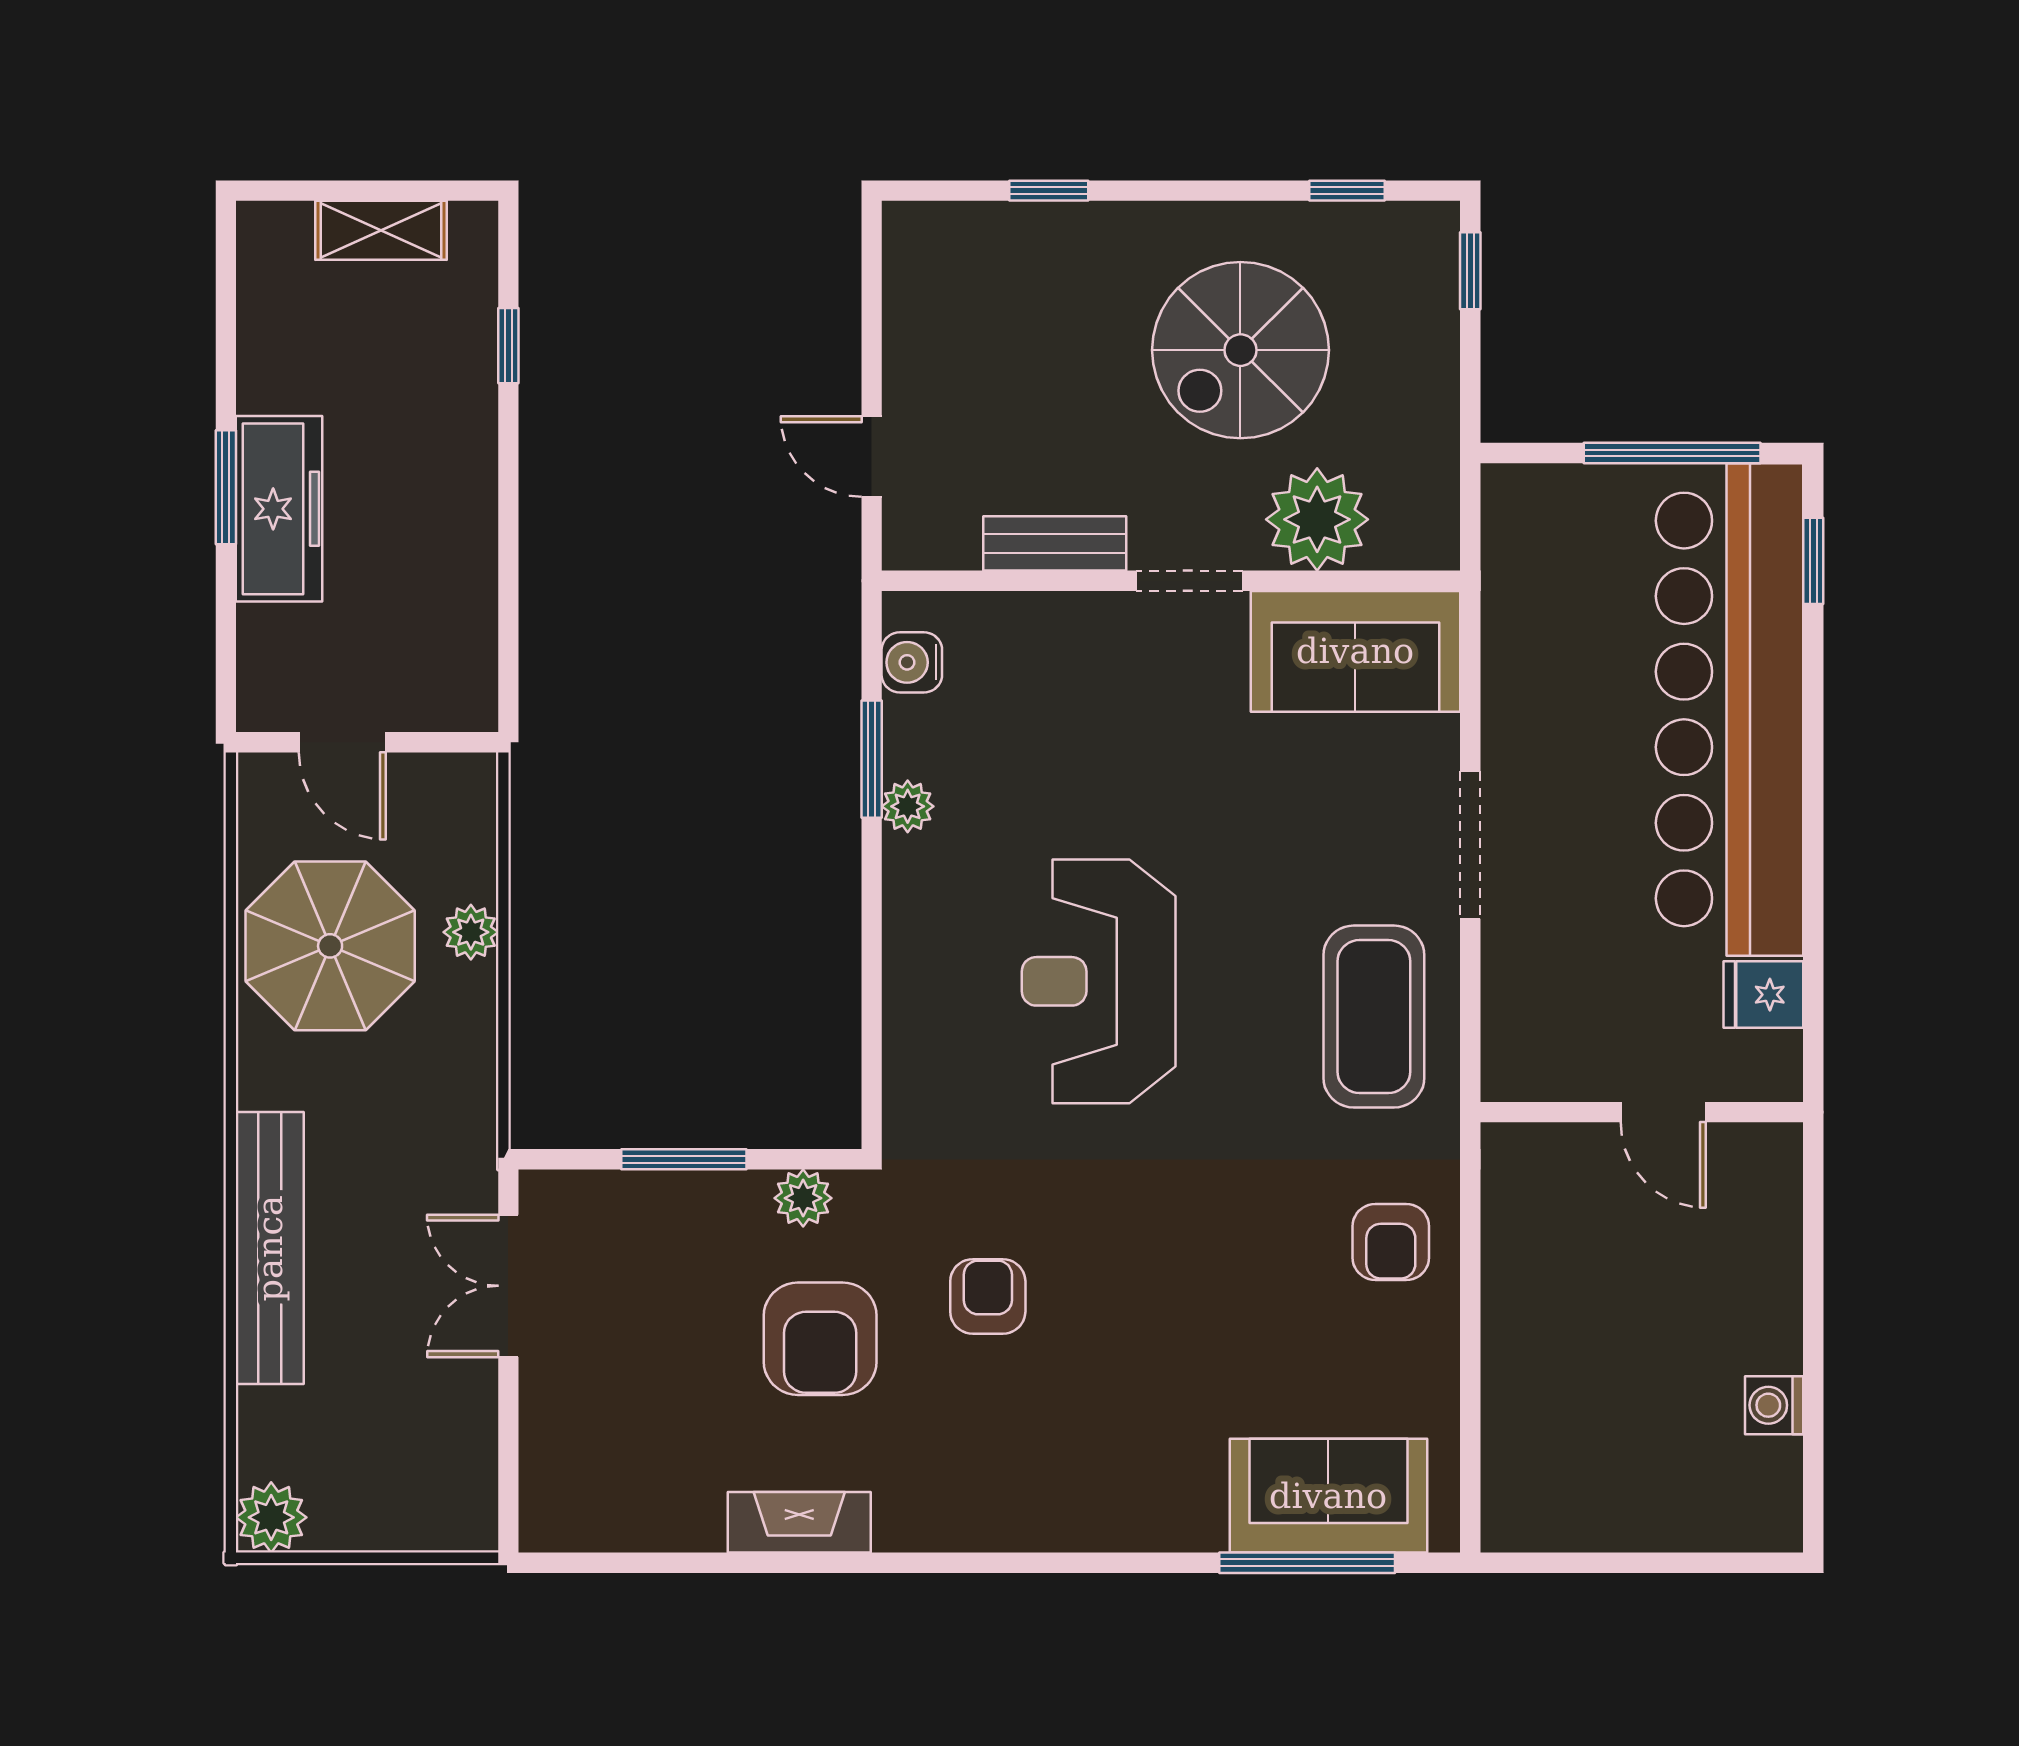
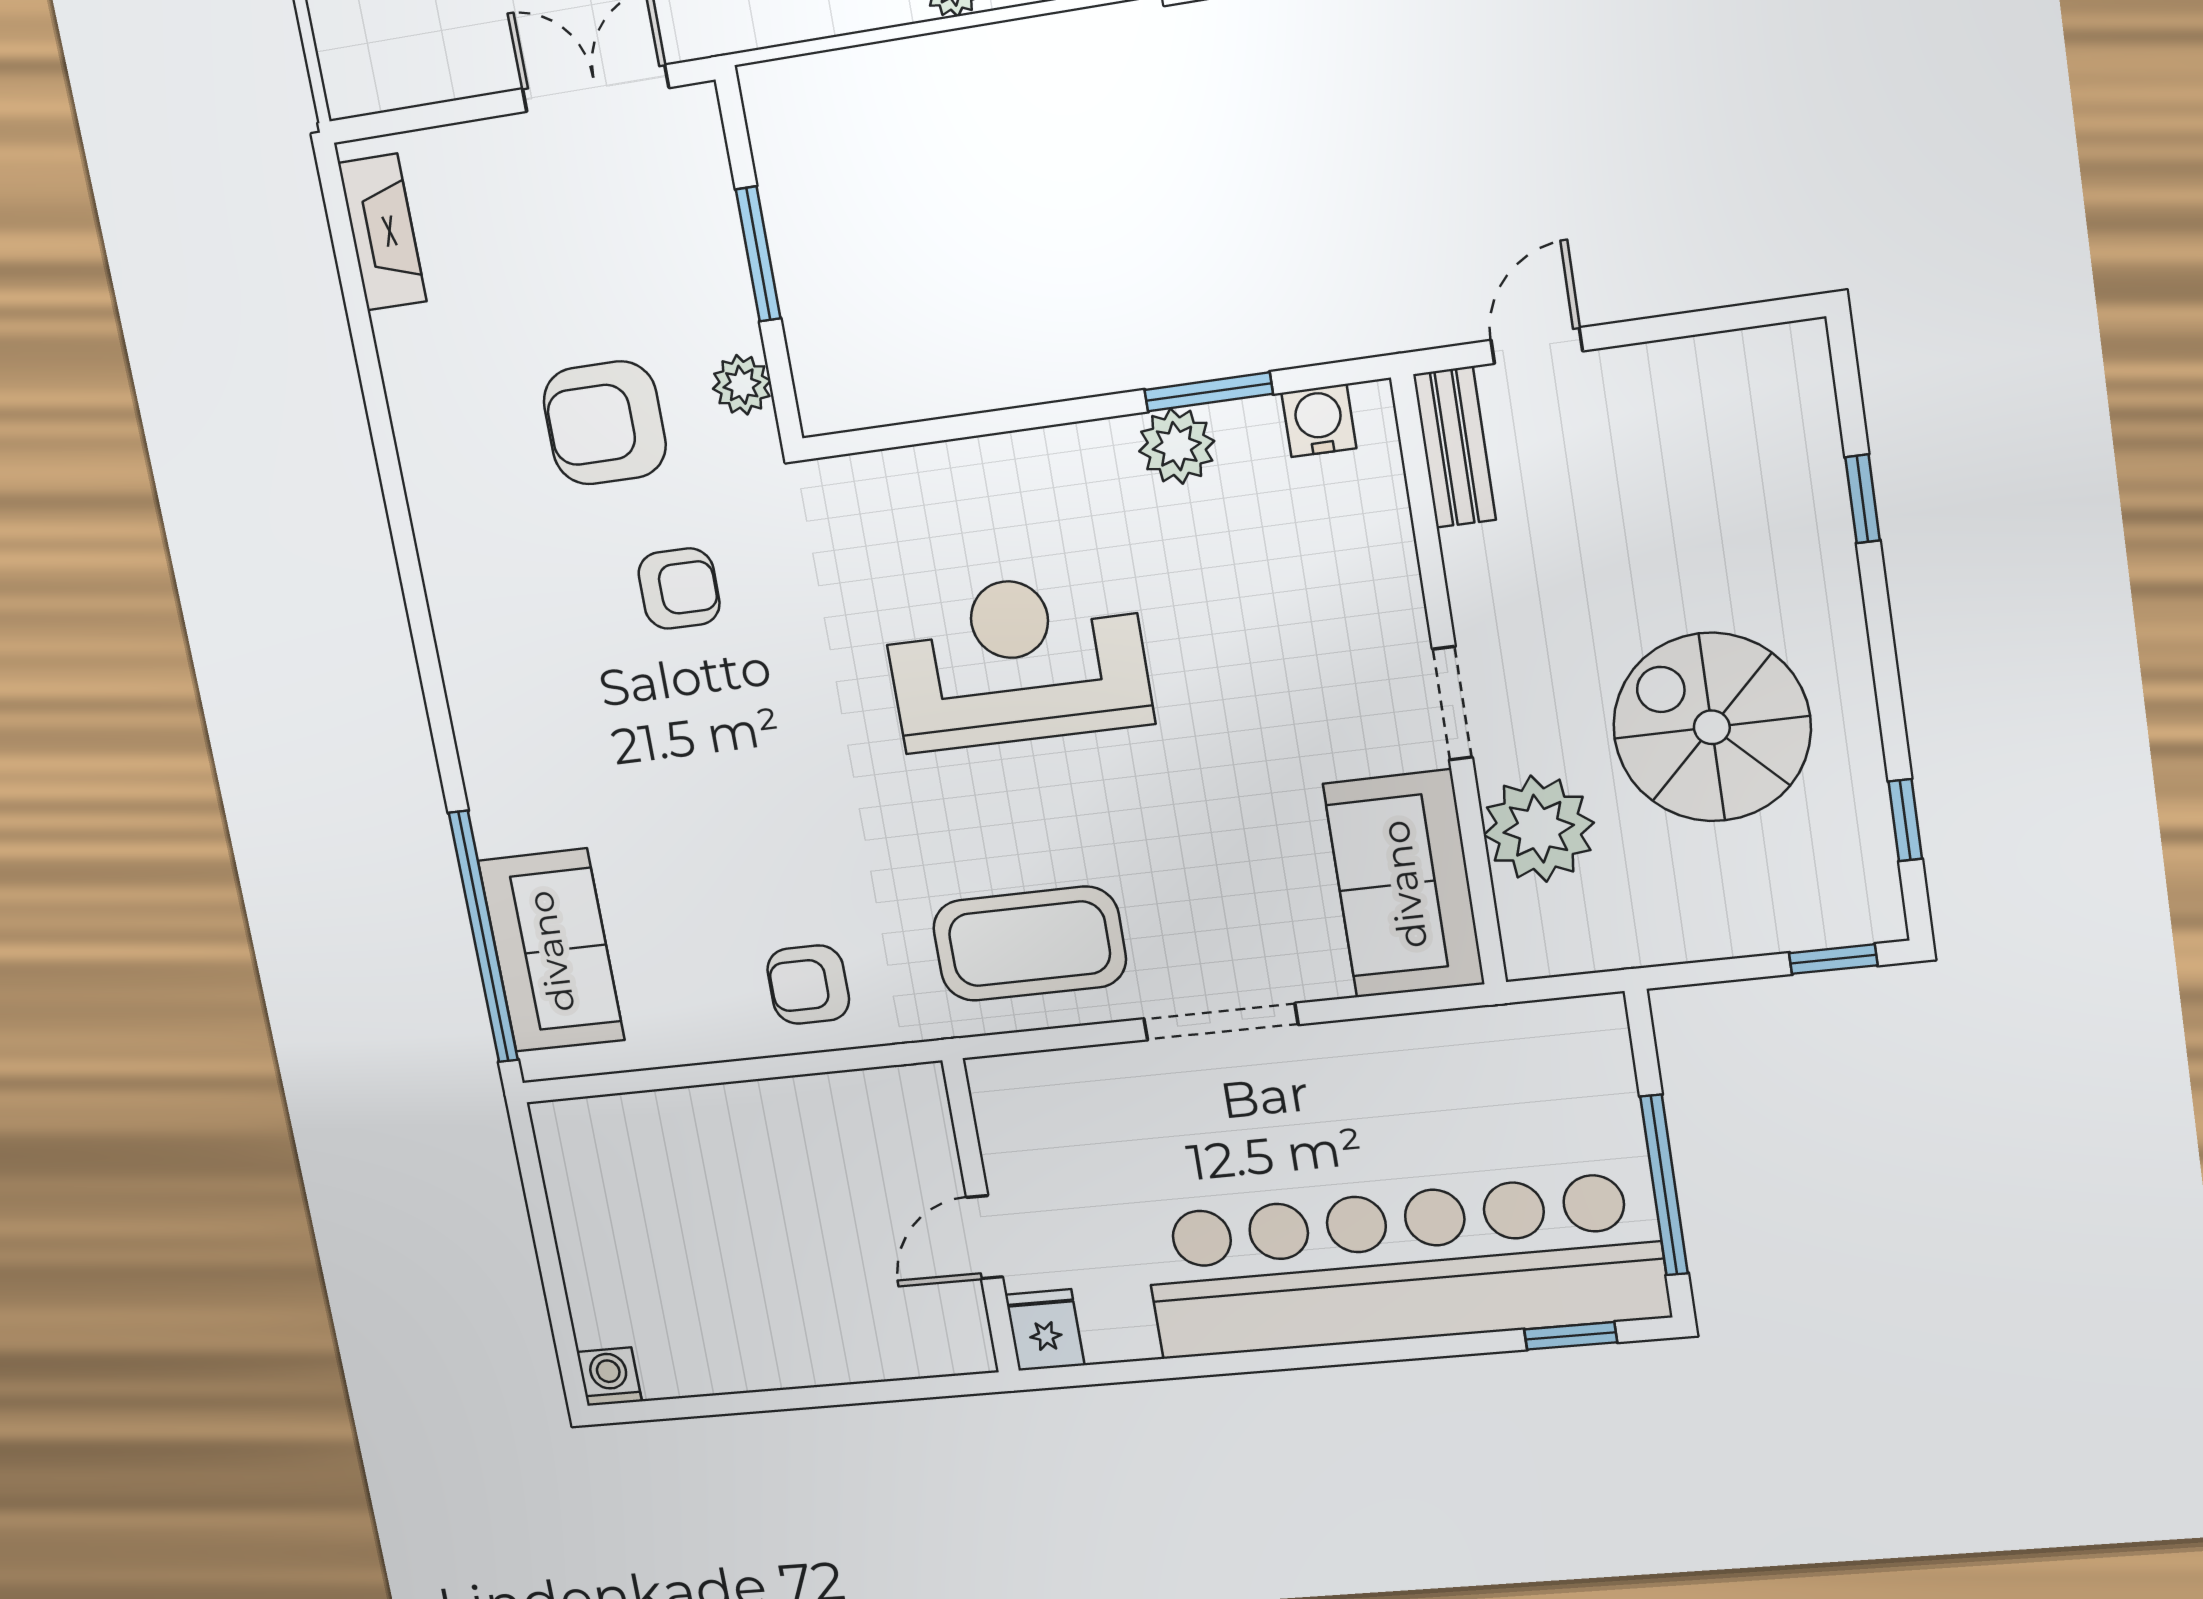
bench: (1055, 543) -> (1455, 447), moved
plant: (908, 806) -> (1177, 446), width x1.38, depth x1.38
fridge: (1763, 995) -> (1045, 1330), moved
washing machine: (1774, 1405) -> (609, 1377), moved
fireplace: (799, 1522) -> (382, 232), moved
window: (1307, 1563) -> (484, 937), width x1.46

